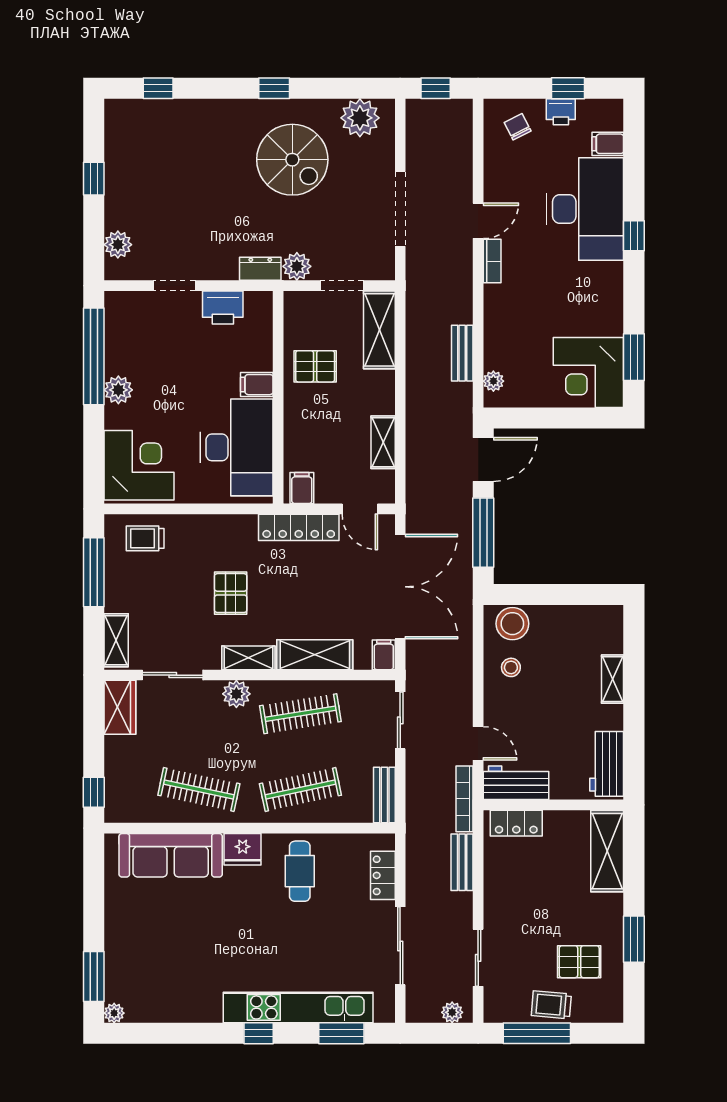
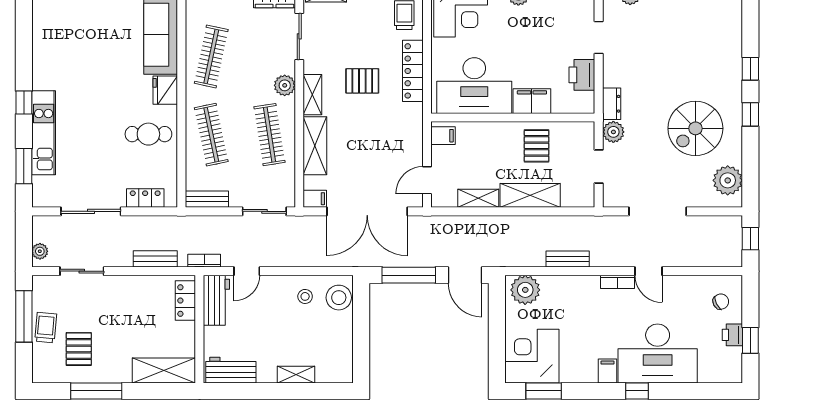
window: (158, 88) -> (750, 69), moved
filing cabinet: (608, 144) -> (607, 371), moved
shelving: (379, 330) -> (530, 195), moved
bench: (462, 353) -> (568, 259), moved
plant: (493, 381) -> (525, 290), width x1.88, depth x1.88
filing cabinet: (257, 385) -> (532, 101), width x2.00
locker: (299, 527) -> (413, 71), moved
bookcase: (464, 799) -> (204, 261), width x0.64
window: (634, 939) -> (96, 391), width x1.44
kitchen unit: (298, 1007) -> (44, 133), width x0.73

